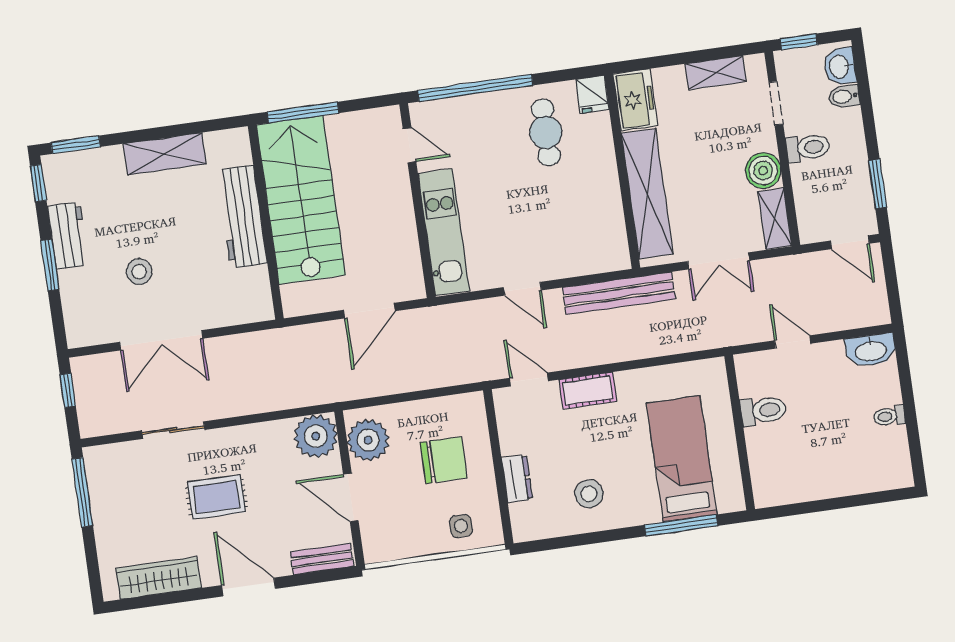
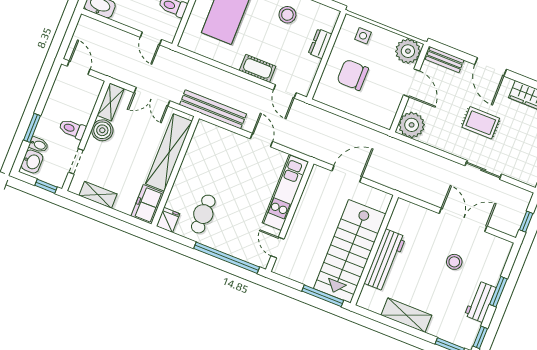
window: (878, 184) -> (32, 128), moved
double door: (719, 261) -> (152, 97), swing flipped
door: (793, 342) -> (151, 38), moved
plant: (368, 440) -> (408, 51), moved

